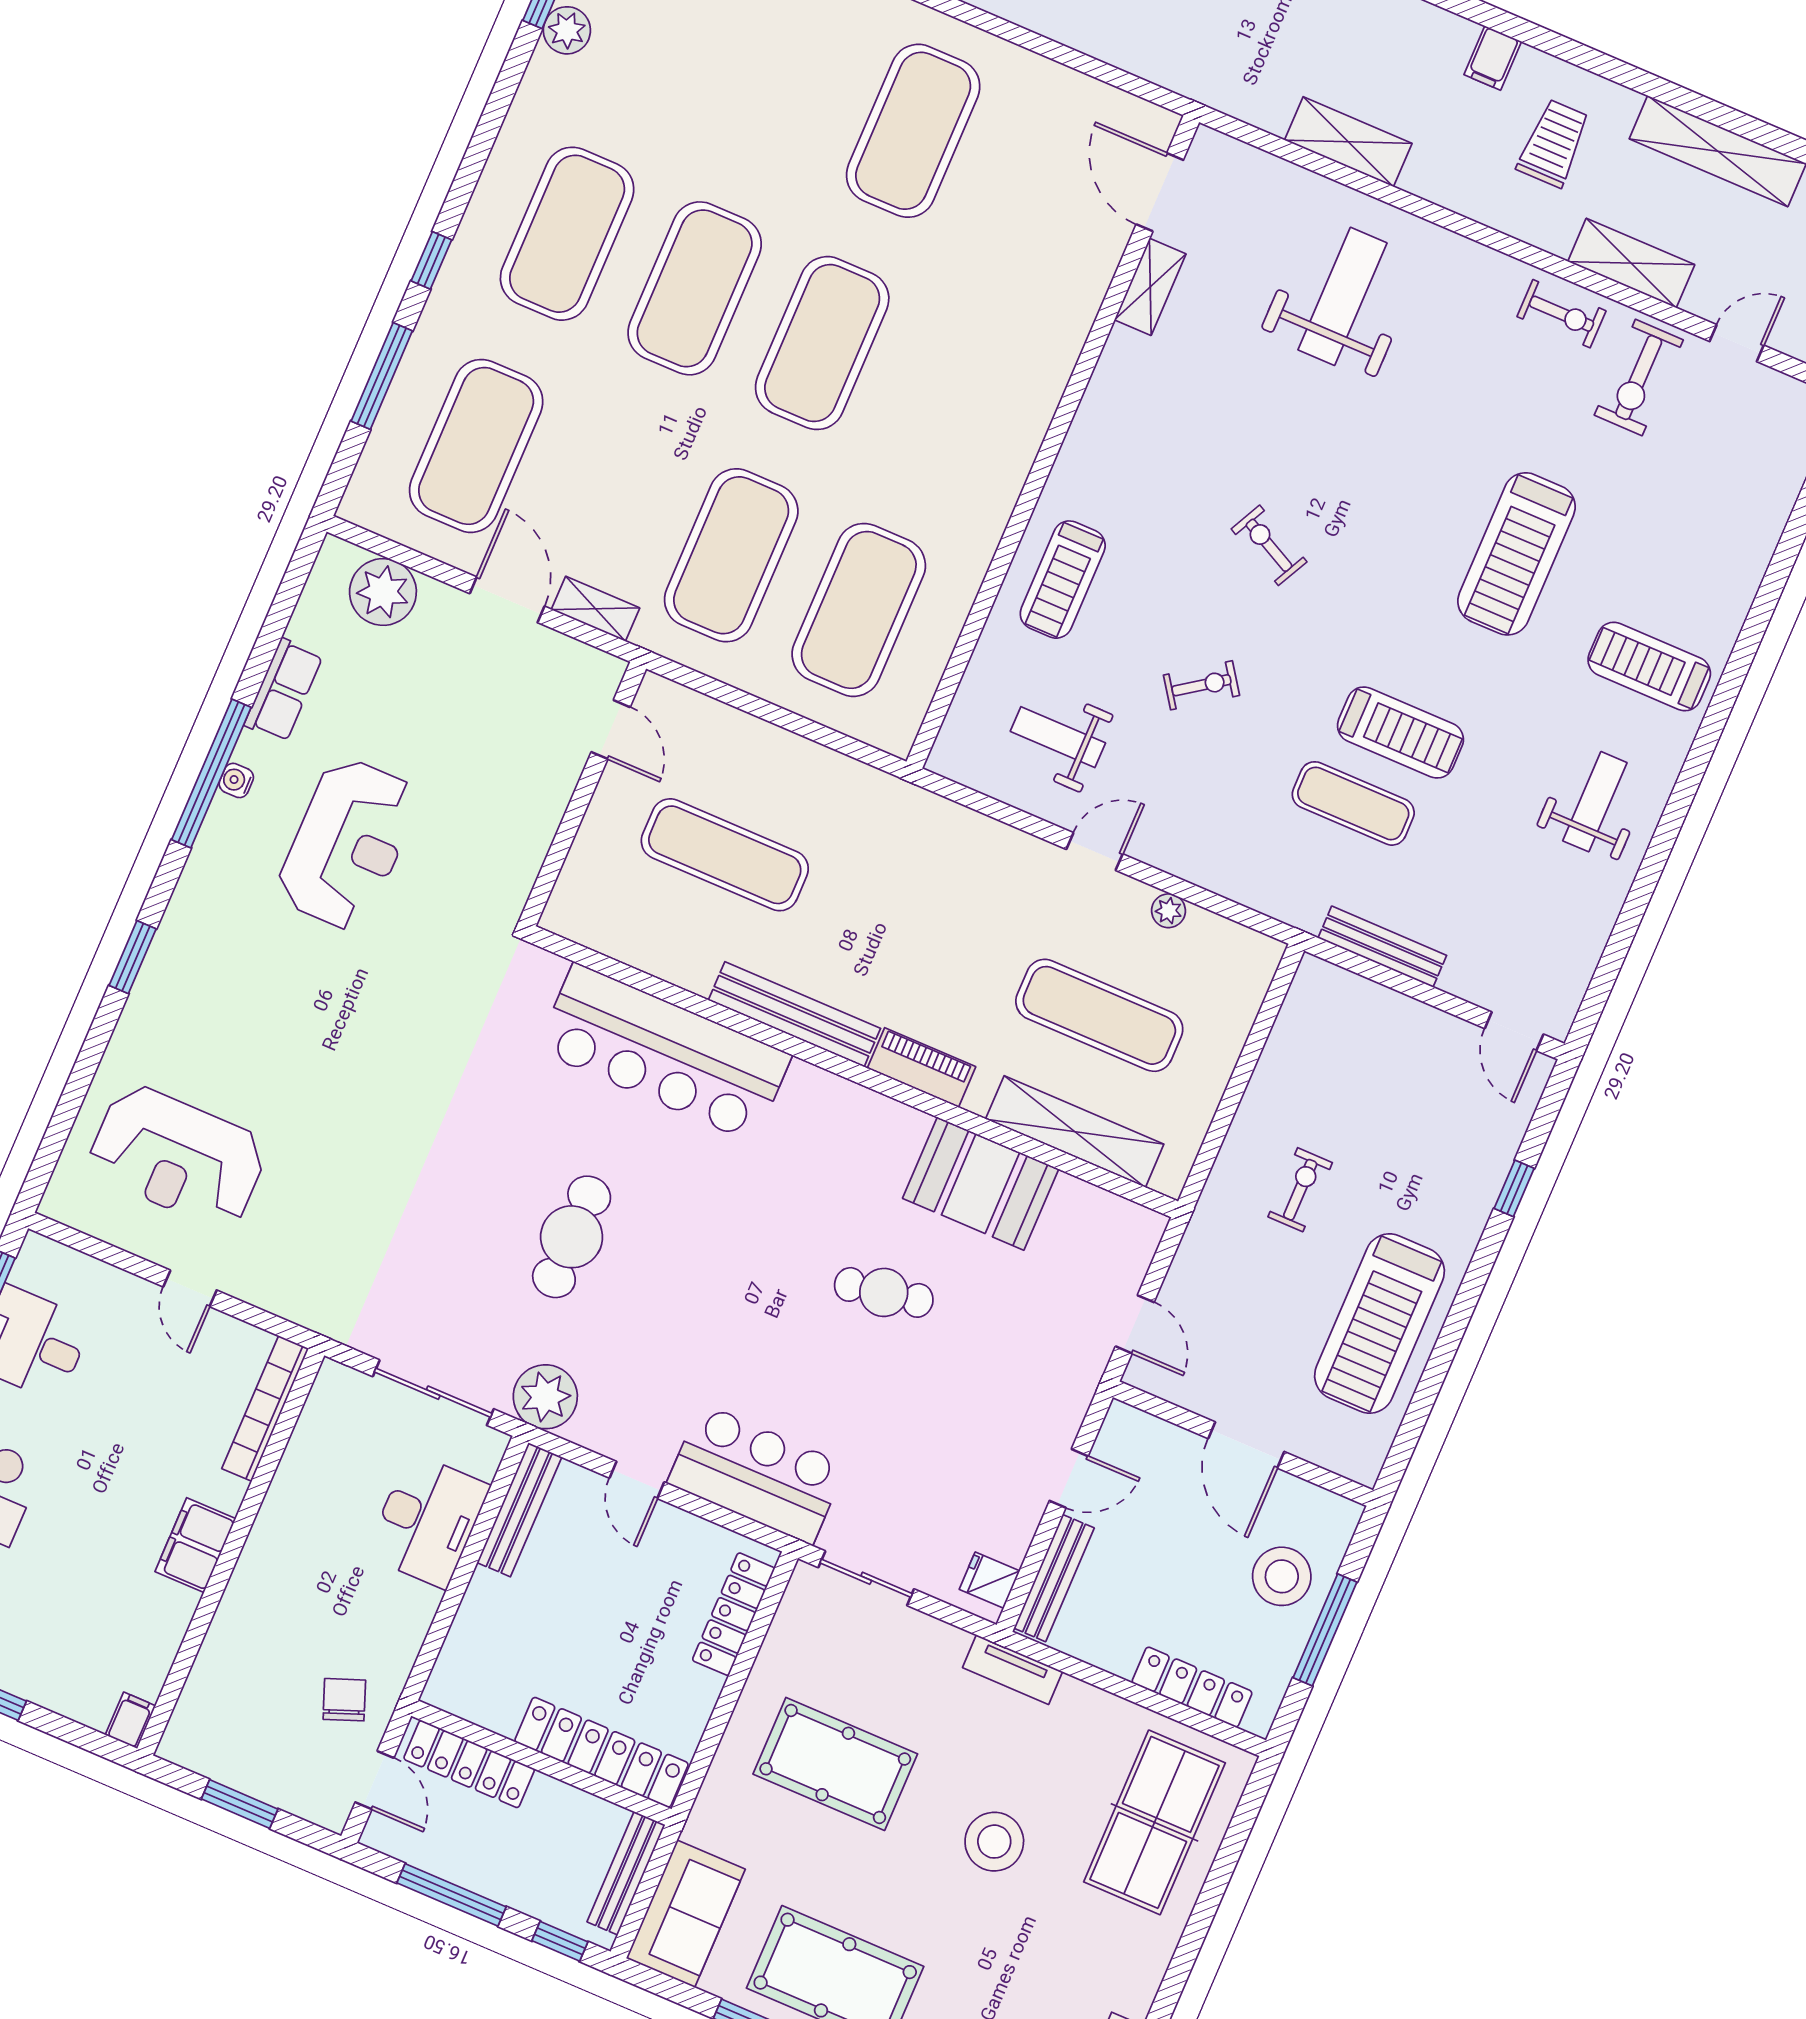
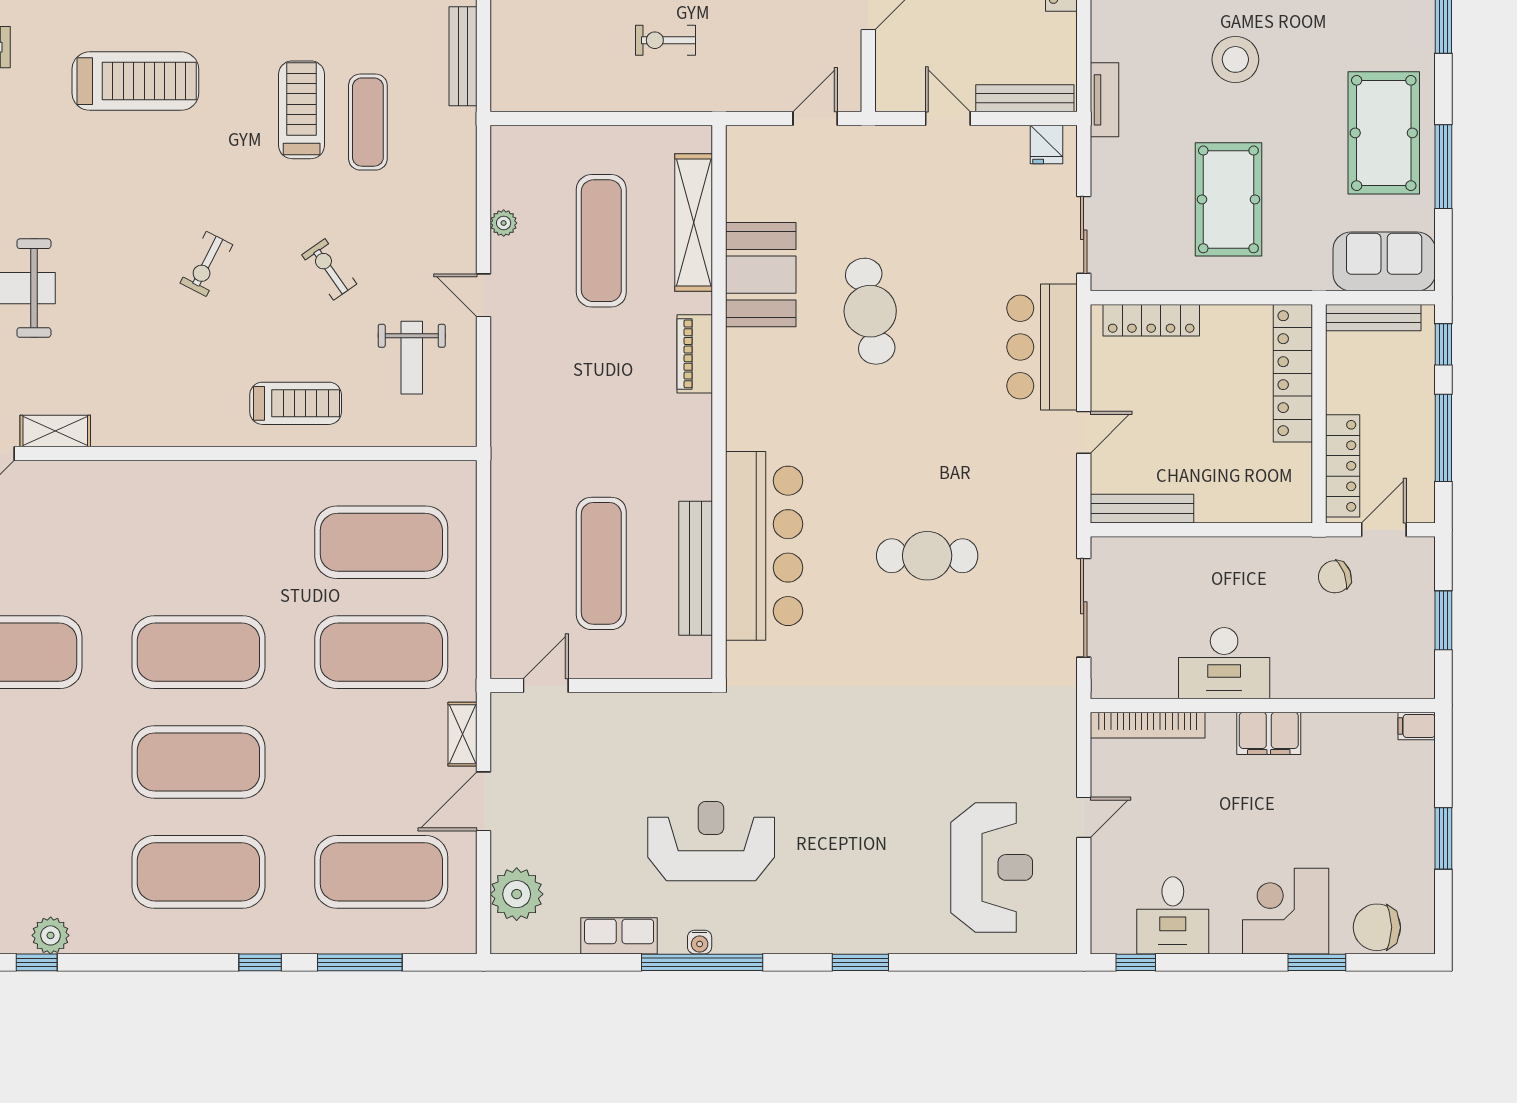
bench: (794, 1014) -> (696, 568), moved
cafe table: (884, 1292) -> (870, 311), width x1.37, depth x1.35
plant: (545, 1397) -> (1052, 525), removed
desk: (428, 1520) -> (1224, 663), moved, turned 180

